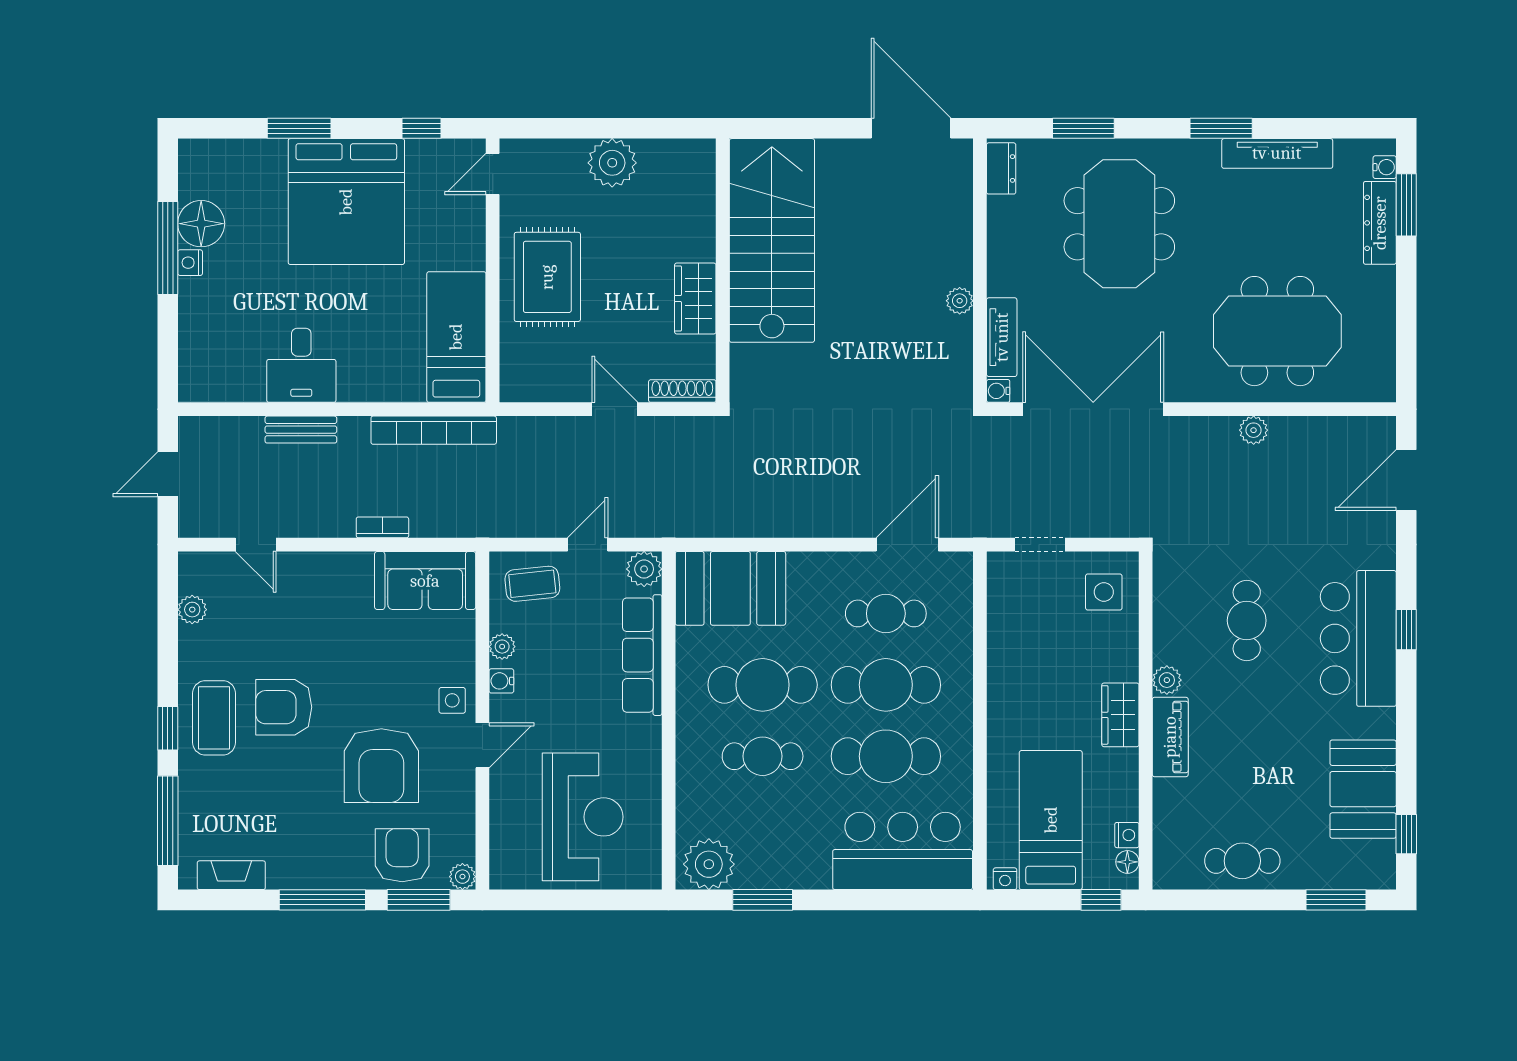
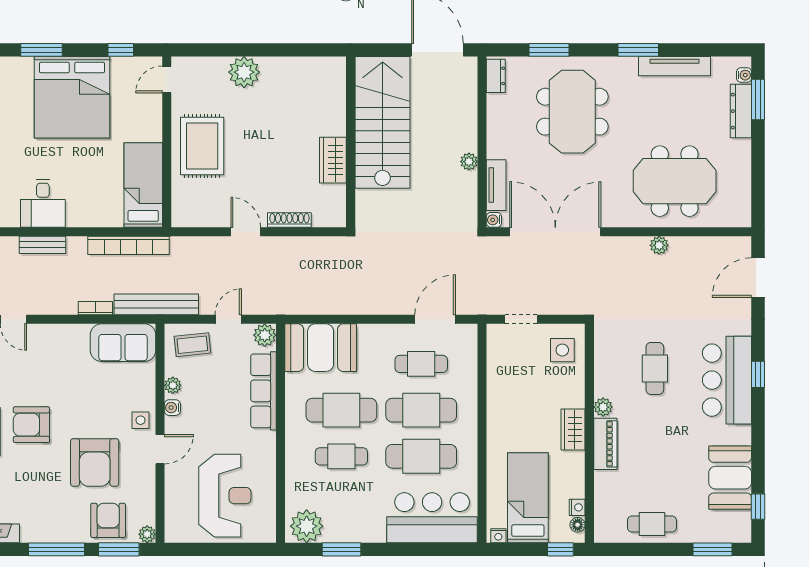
stairs: (772, 240) -> (383, 122), moved
wall: (723, 270) -> (351, 142), moved
wardrobe: (695, 299) -> (333, 160), moved
bench: (476, 522) -> (156, 304), added

